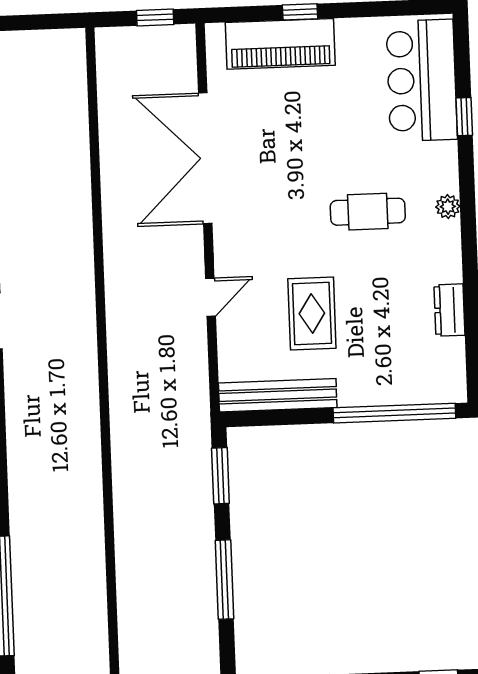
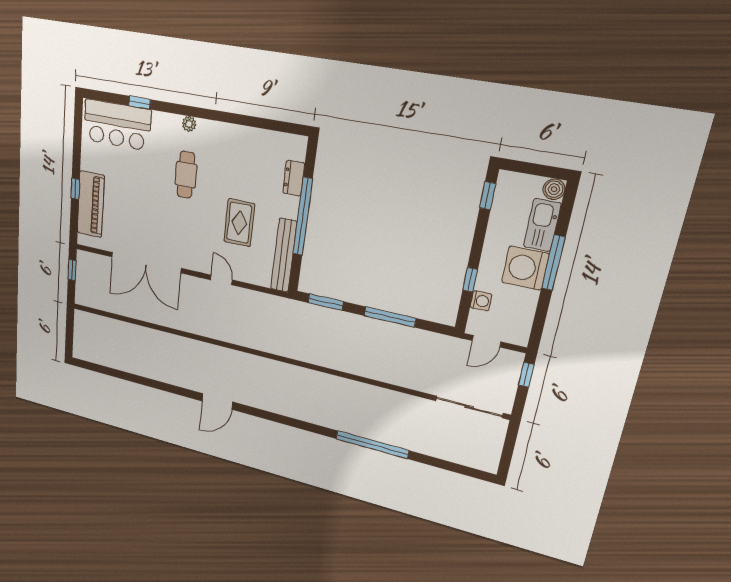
dresser: (449, 310) -> (294, 178), moved, turned 90
rug: (312, 313) -> (239, 223), turned 90
window: (394, 413) -> (303, 216), moved

